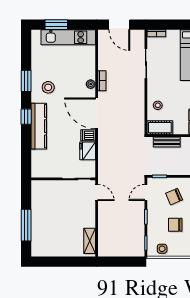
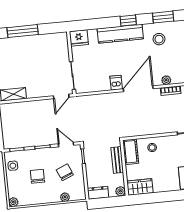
fridge: (88, 151) -> (79, 38), moved, turned 180

